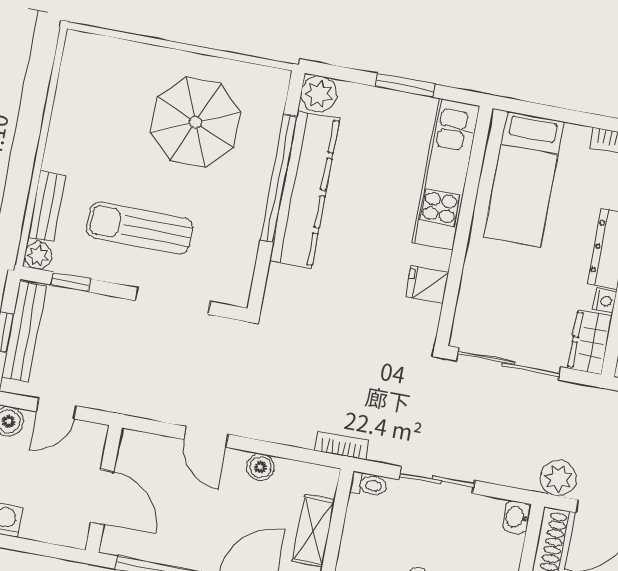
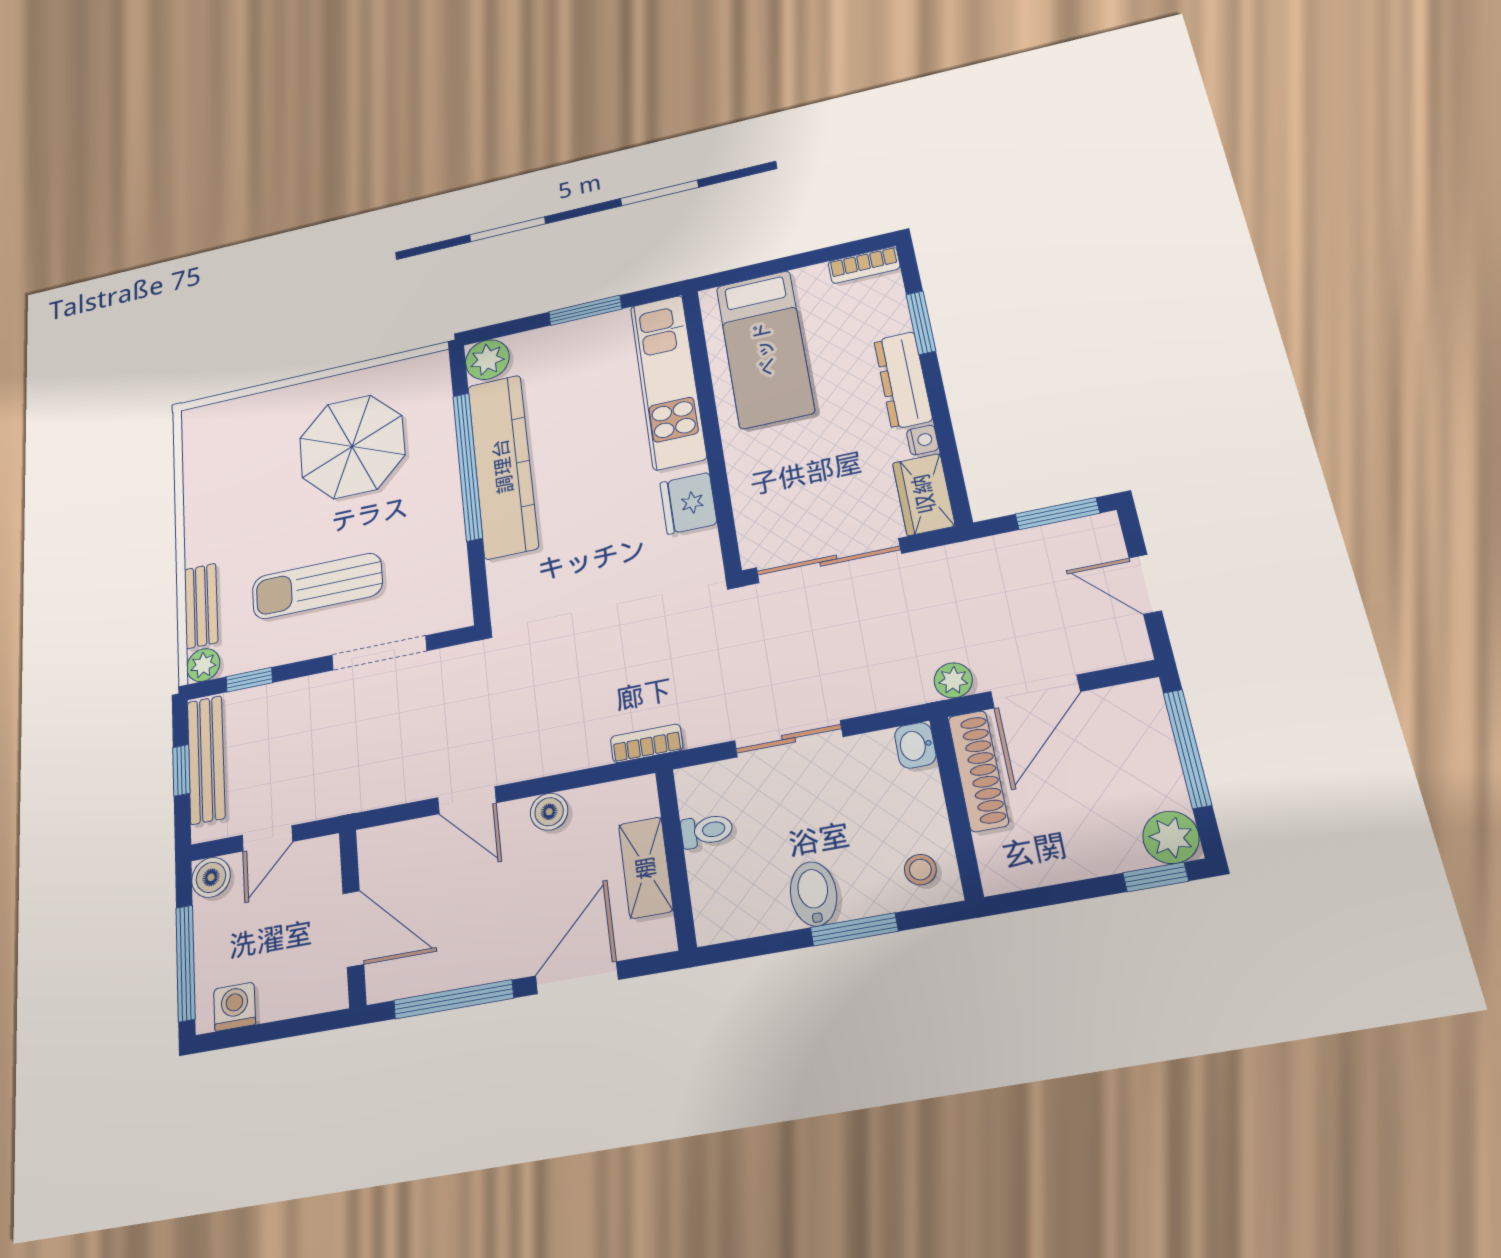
fridge: (427, 285) -> (688, 503), width x1.38
plant: (558, 478) -> (953, 680), width x0.73, depth x0.73
toilet: (369, 485) -> (707, 831), moved

